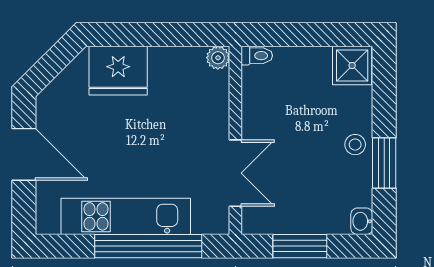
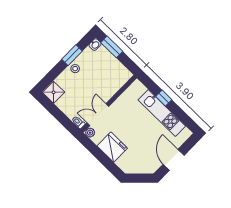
fridge: (118, 71) -> (112, 147), moved
double door: (235, 173) -> (98, 115), moved
window: (148, 246) -> (164, 98), width x0.32
window: (300, 246) -> (112, 47), moved

